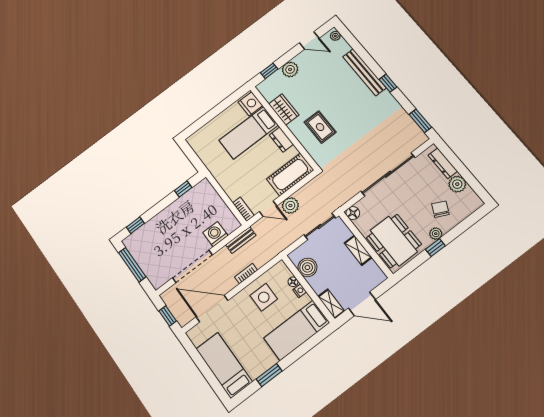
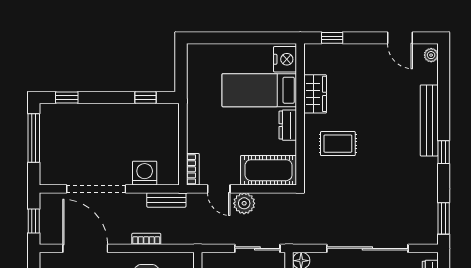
plant: (290, 69) -> (355, 54), removed
rug: (320, 127) -> (338, 144), turned 90

